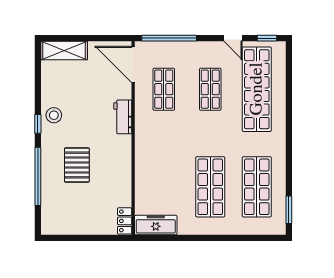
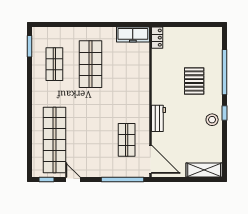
shop shelf: (210, 89) -> (91, 140), removed
shop shelf: (257, 187) -> (54, 64), width x0.70, depth x0.74

